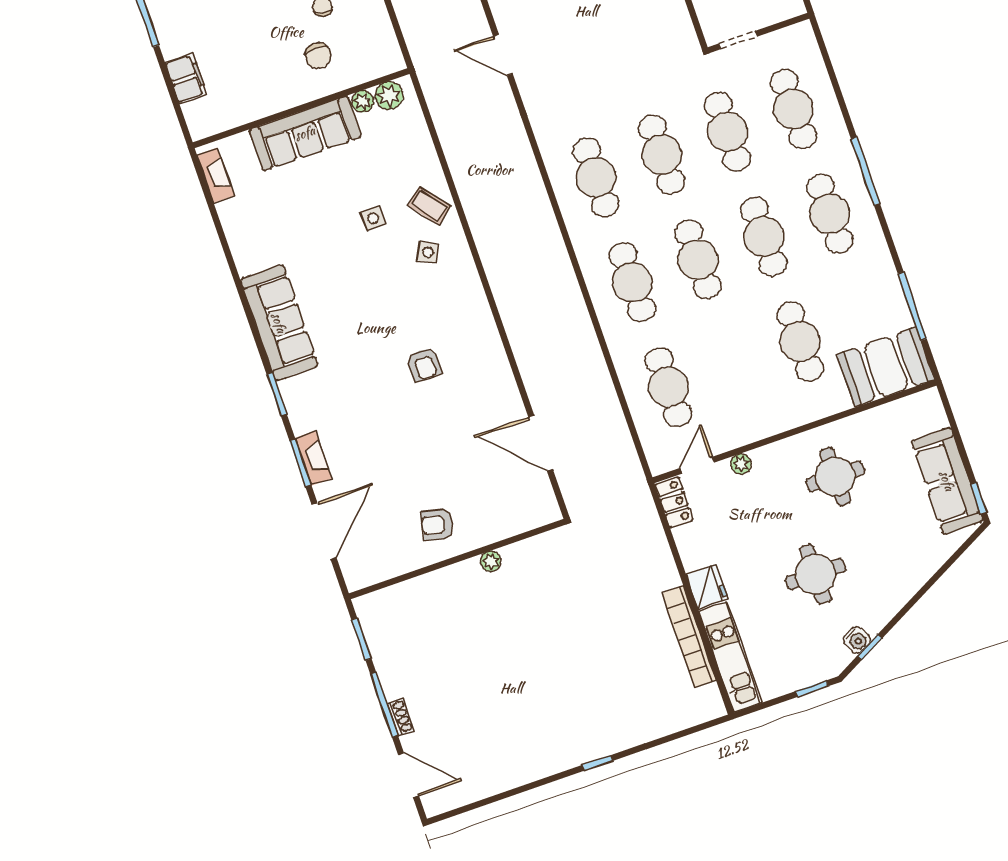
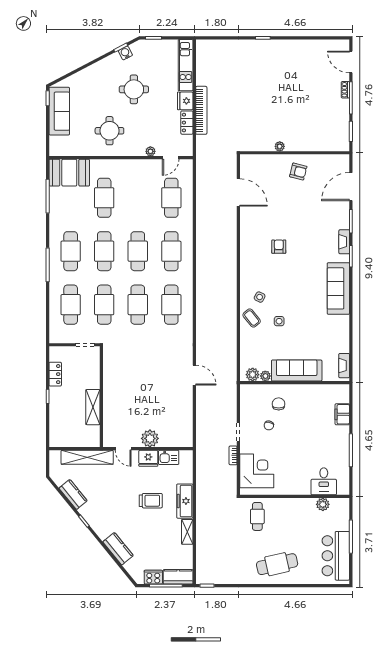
fireplace: (313, 458) -> (344, 242), moved
locker: (674, 502) -> (187, 123), moved
bookcase: (689, 636) -> (201, 110), moved

